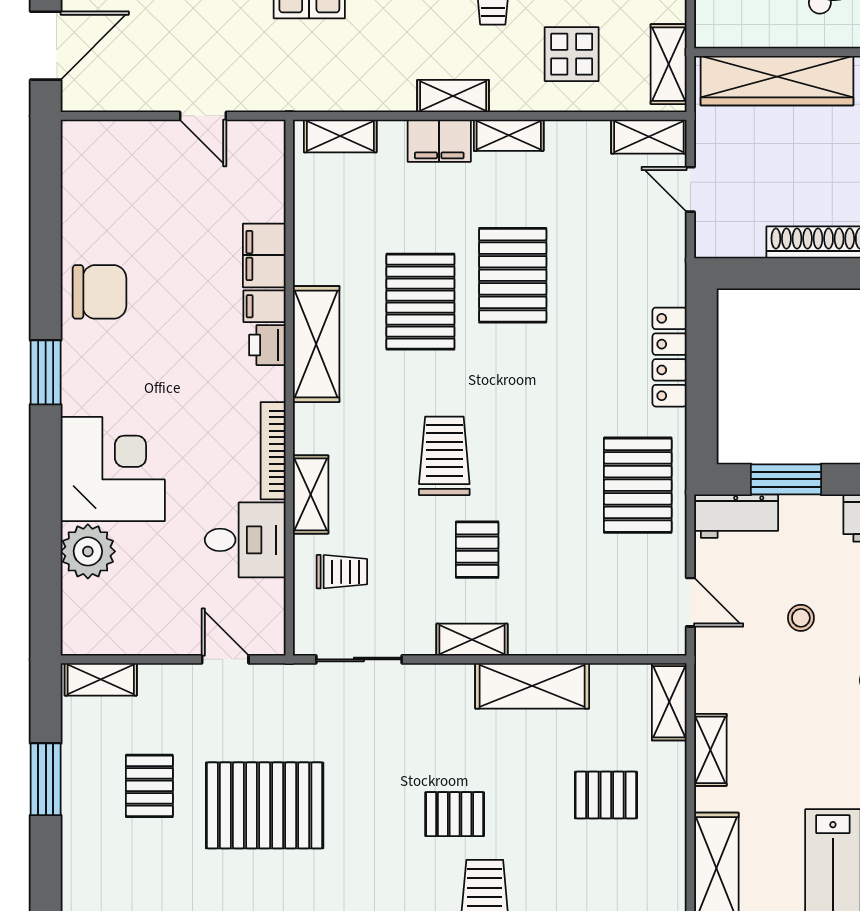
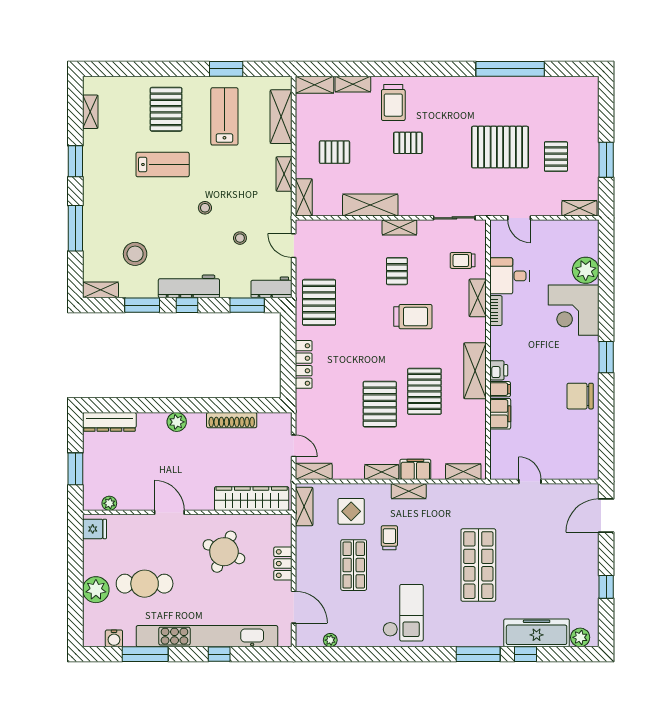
bookcase: (273, 451) -> (496, 311), width x0.64
trolley: (444, 456) -> (413, 317), turned -90

